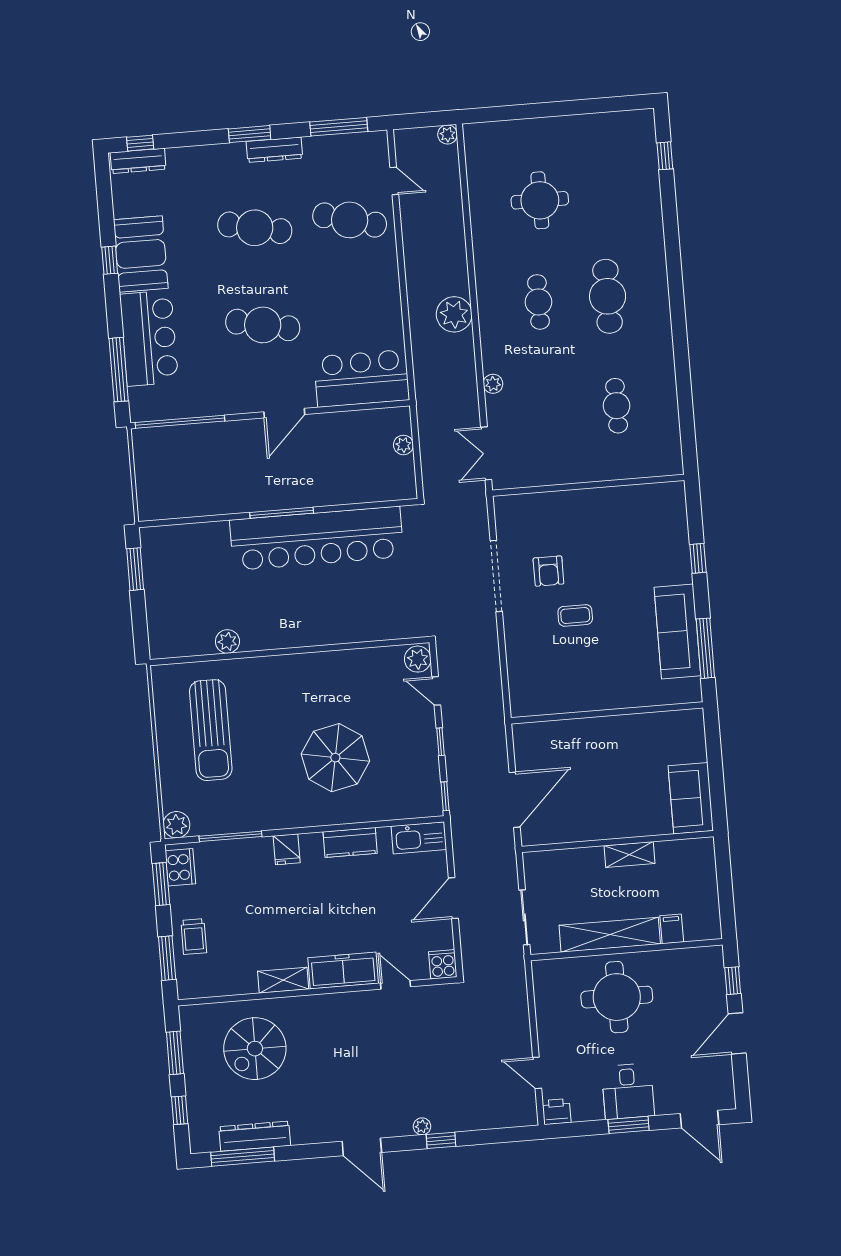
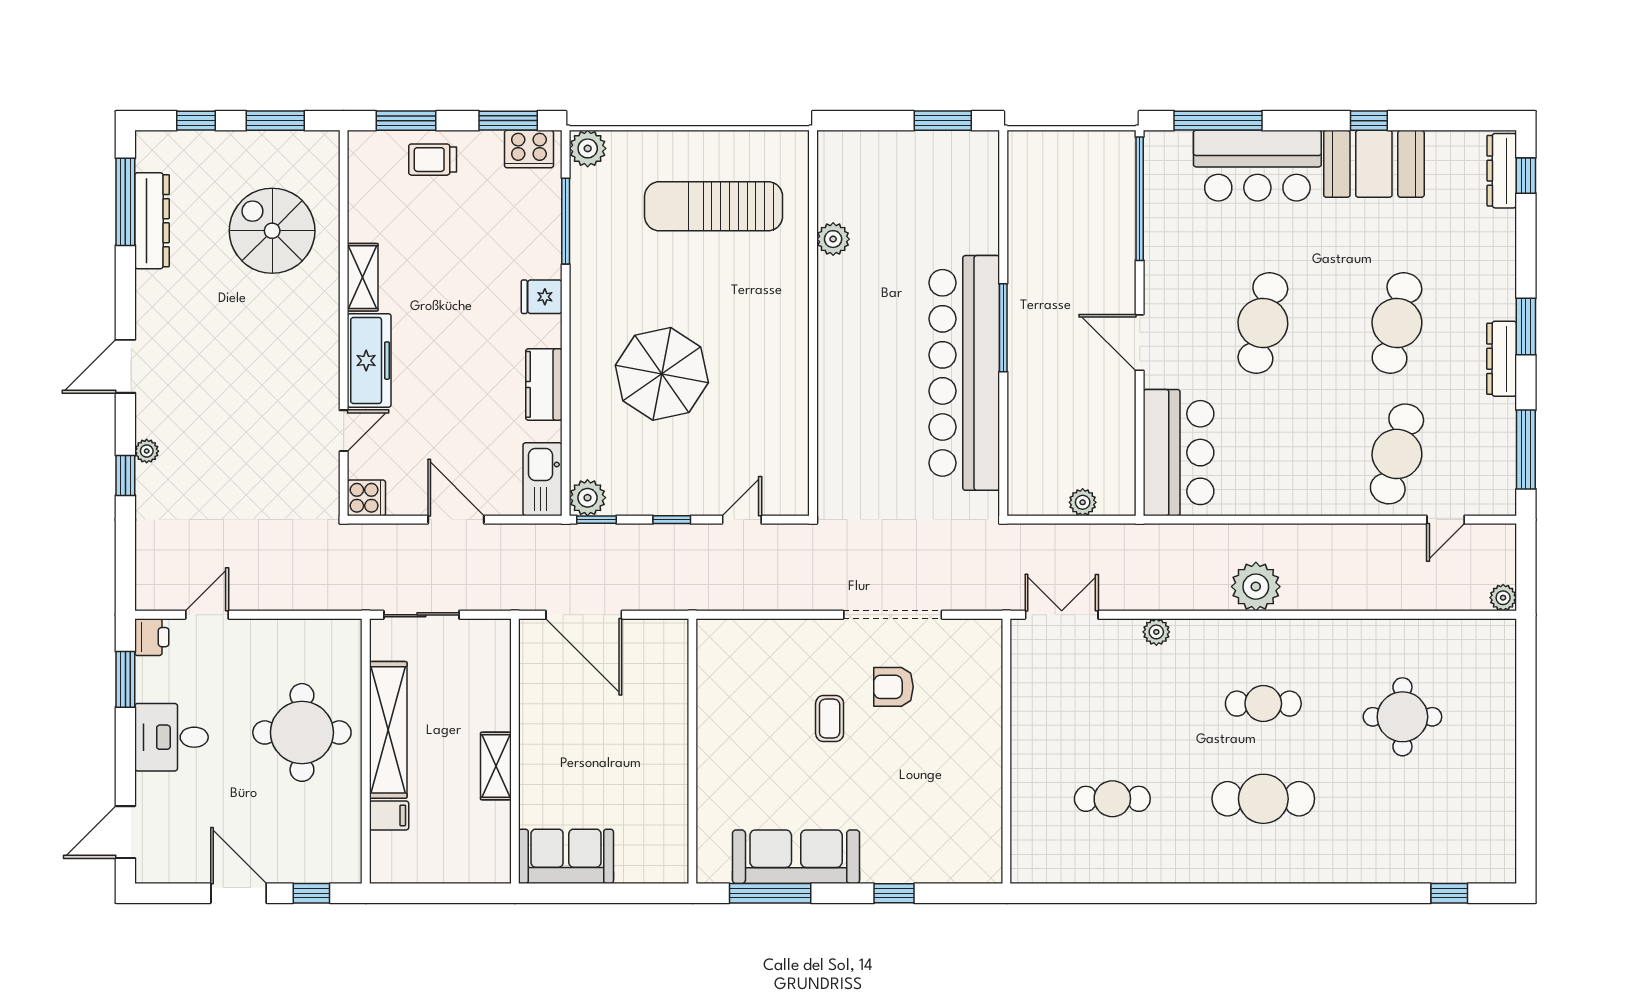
plant: (418, 659) -> (587, 498), moved
window: (629, 1125) -> (125, 679), moved

